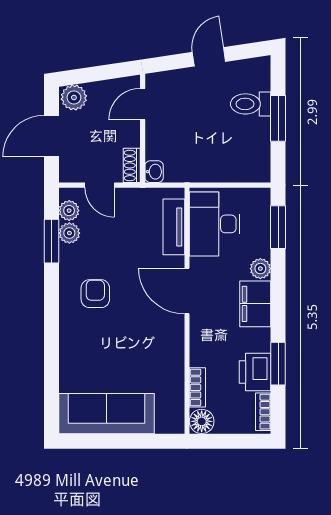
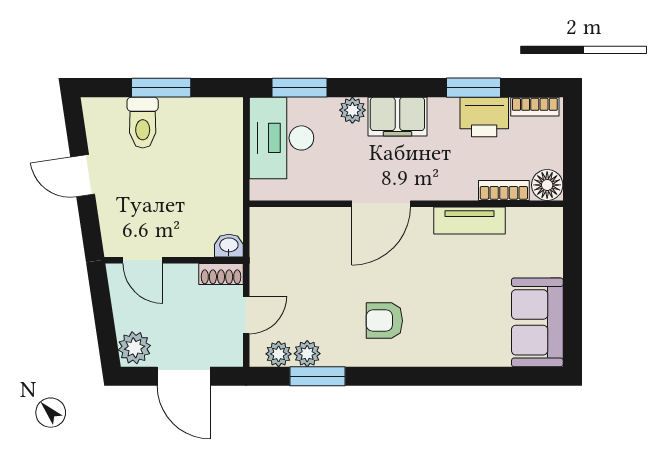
desk: (215, 224) -> (281, 138), moved, turned 90
tv unit: (174, 227) -> (469, 220), moved
sofa: (106, 414) -> (537, 322), width x0.73

